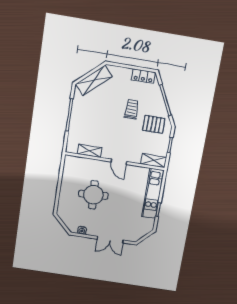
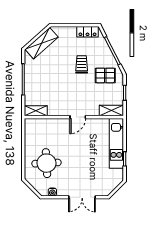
shelving: (90, 151) -> (36, 111), moved
door: (119, 162) -> (78, 117), hinge flipped
round table: (93, 195) -> (46, 163), moved

